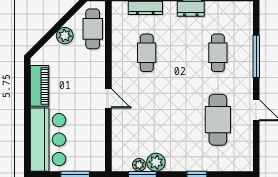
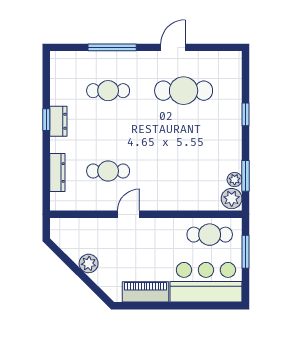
cafe table: (93, 29) -> (210, 235), moved
door: (108, 98) -> (128, 214), moved
plant: (156, 162) -> (232, 199), moved

